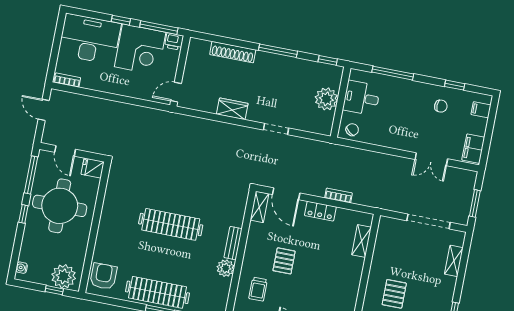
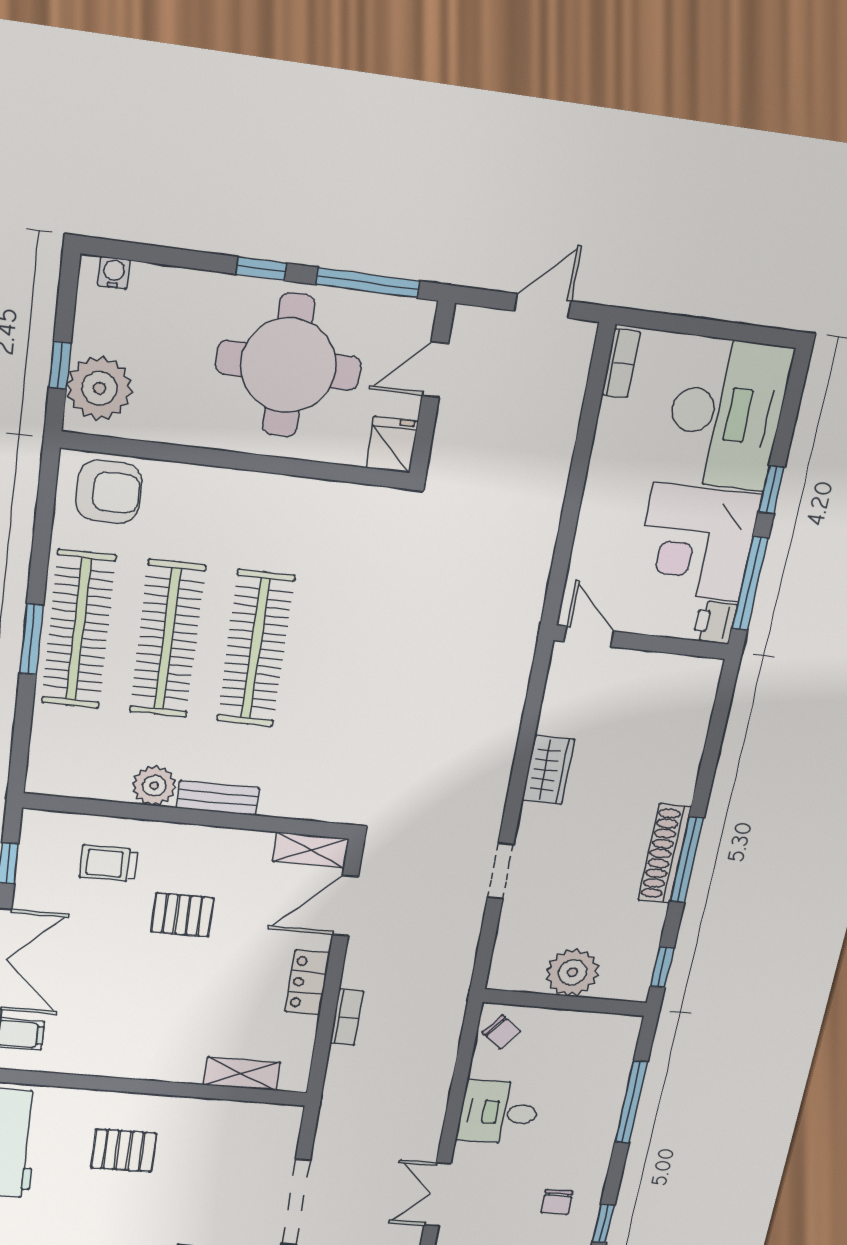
shoe rack: (233, 52) -> (664, 854), moved
desk: (362, 98) -> (499, 1112), moved, turned -90
clothes rail: (164, 258) -> (167, 639), added

